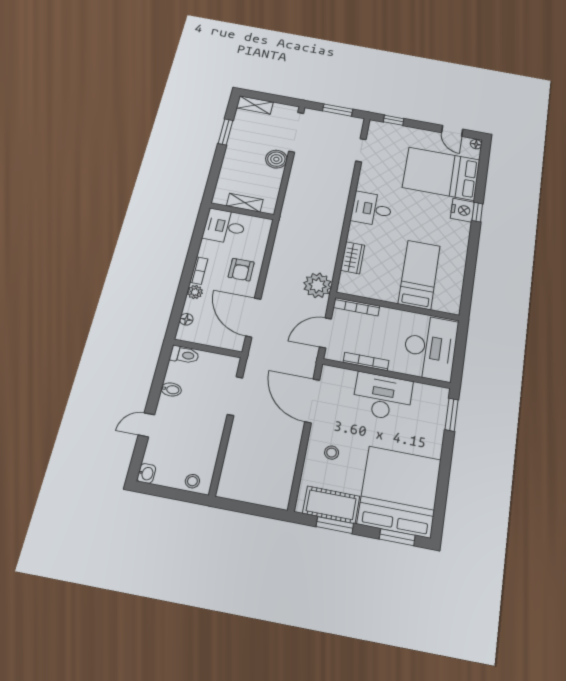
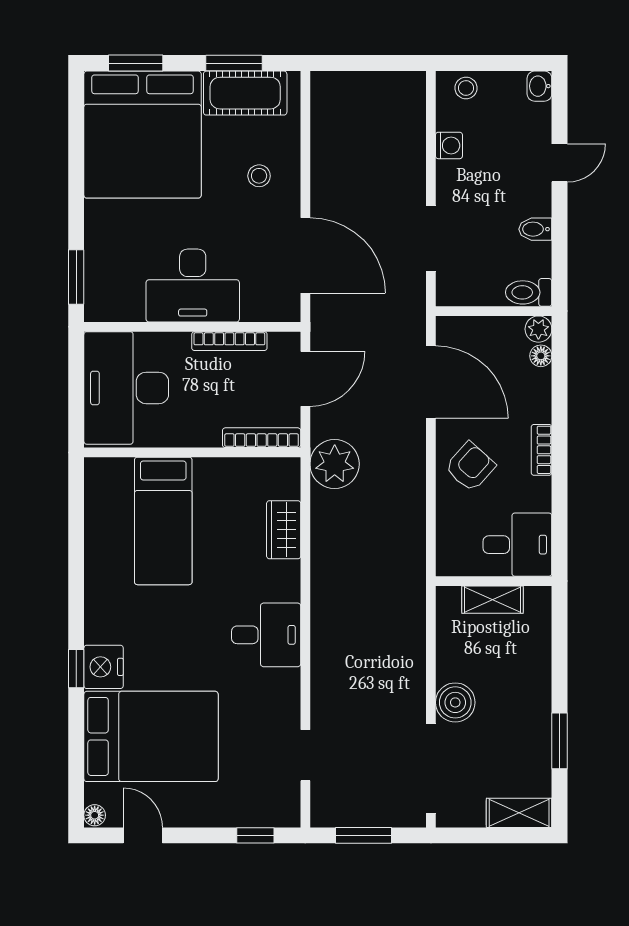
armchair: (241, 270) -> (470, 467), turned 42
plant: (195, 292) -> (538, 329), moved
washing machine: (211, 448) -> (449, 145), added

